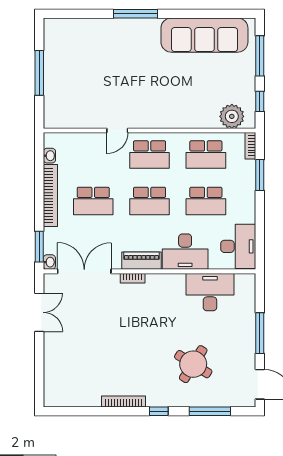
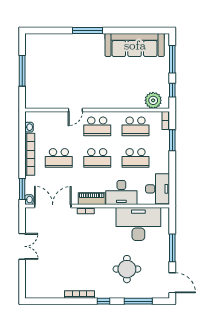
desk: (210, 292) -> (138, 224), width x1.36, depth x1.30
double door: (39, 312) -> (22, 246), moved
round table: (193, 364) -> (127, 269), turned -32

